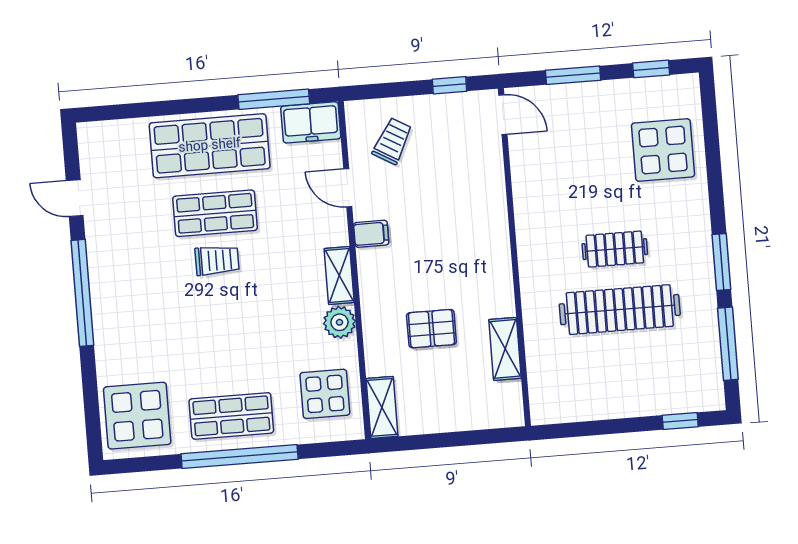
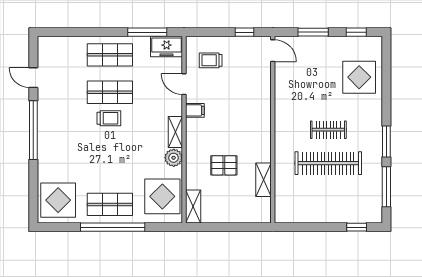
trolley: (392, 141) -> (211, 60), turned -120
shop shelf: (210, 146) -> (110, 55), width x0.70, depth x0.74
display table: (325, 394) -> (162, 196), width x1.36, depth x1.36

